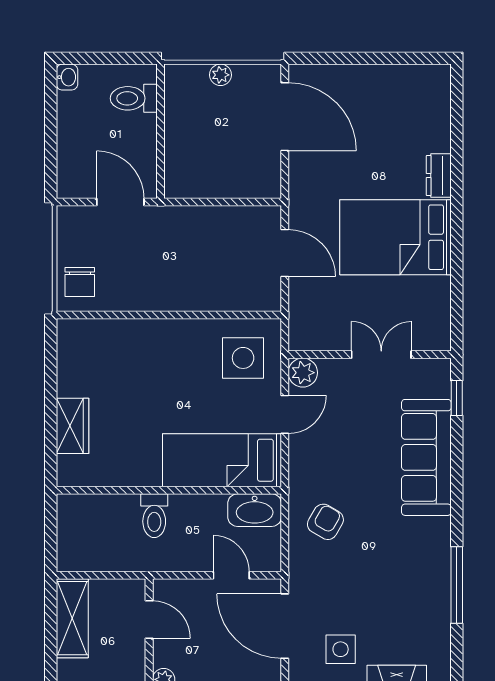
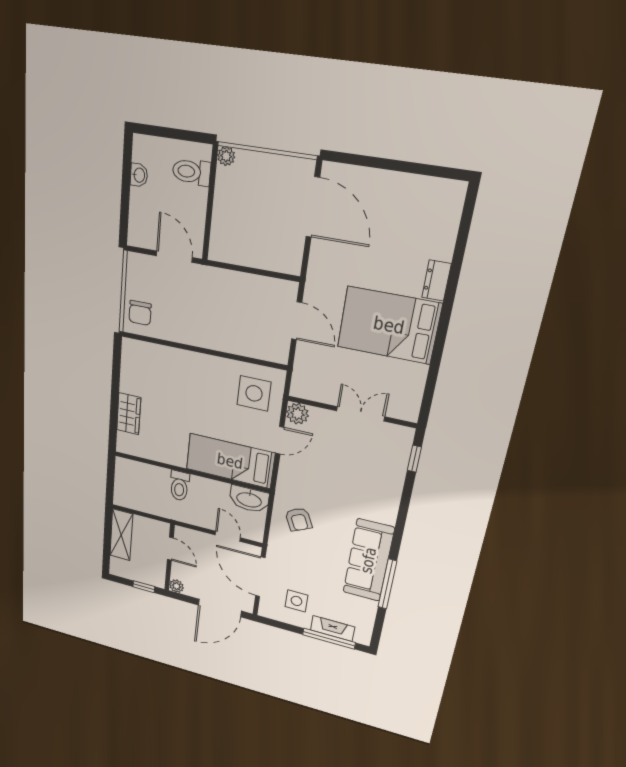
plant: (221, 75) -> (226, 156), moved
washbasin: (67, 77) -> (139, 175), moved
sofa: (426, 457) -> (368, 560), moved
armchair: (325, 522) -> (299, 519), turned 125

